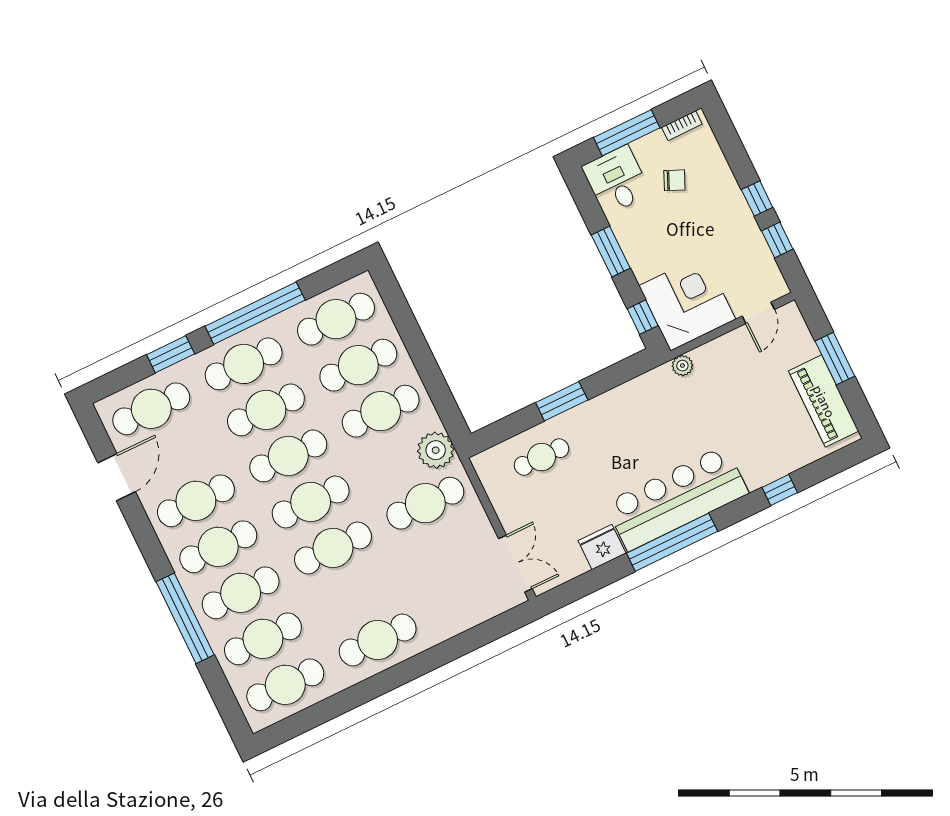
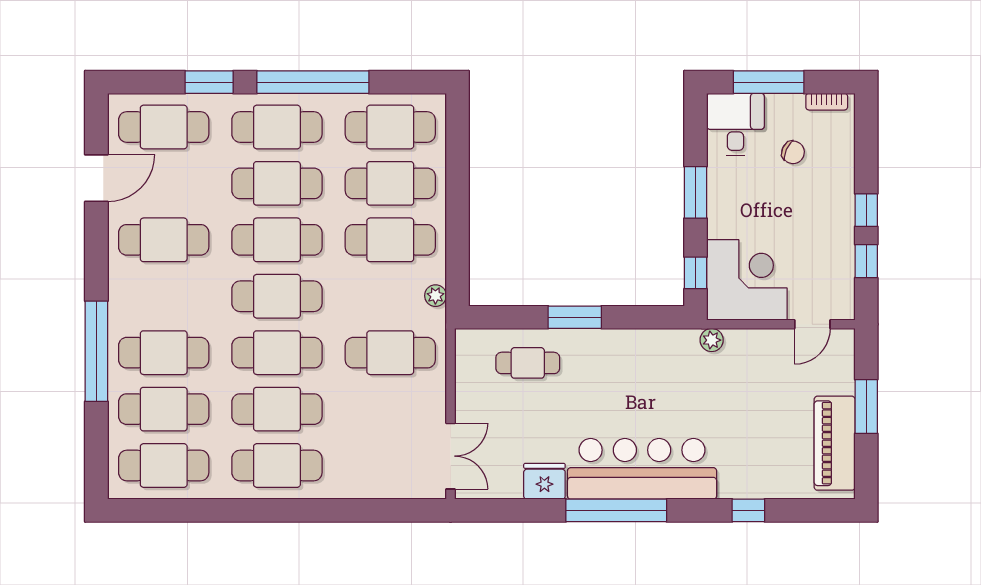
plant: (436, 450) -> (435, 296), width x0.53, depth x0.53
cafe table: (218, 547) -> (277, 409), moved

